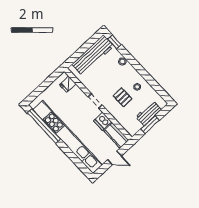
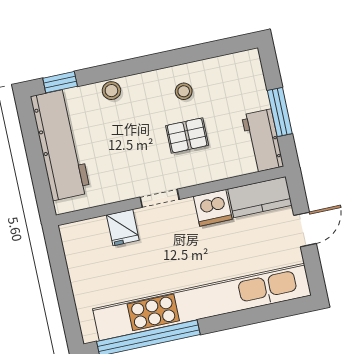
fridge: (68, 84) -> (123, 228), moved
workbench: (149, 113) -> (262, 141), moved

